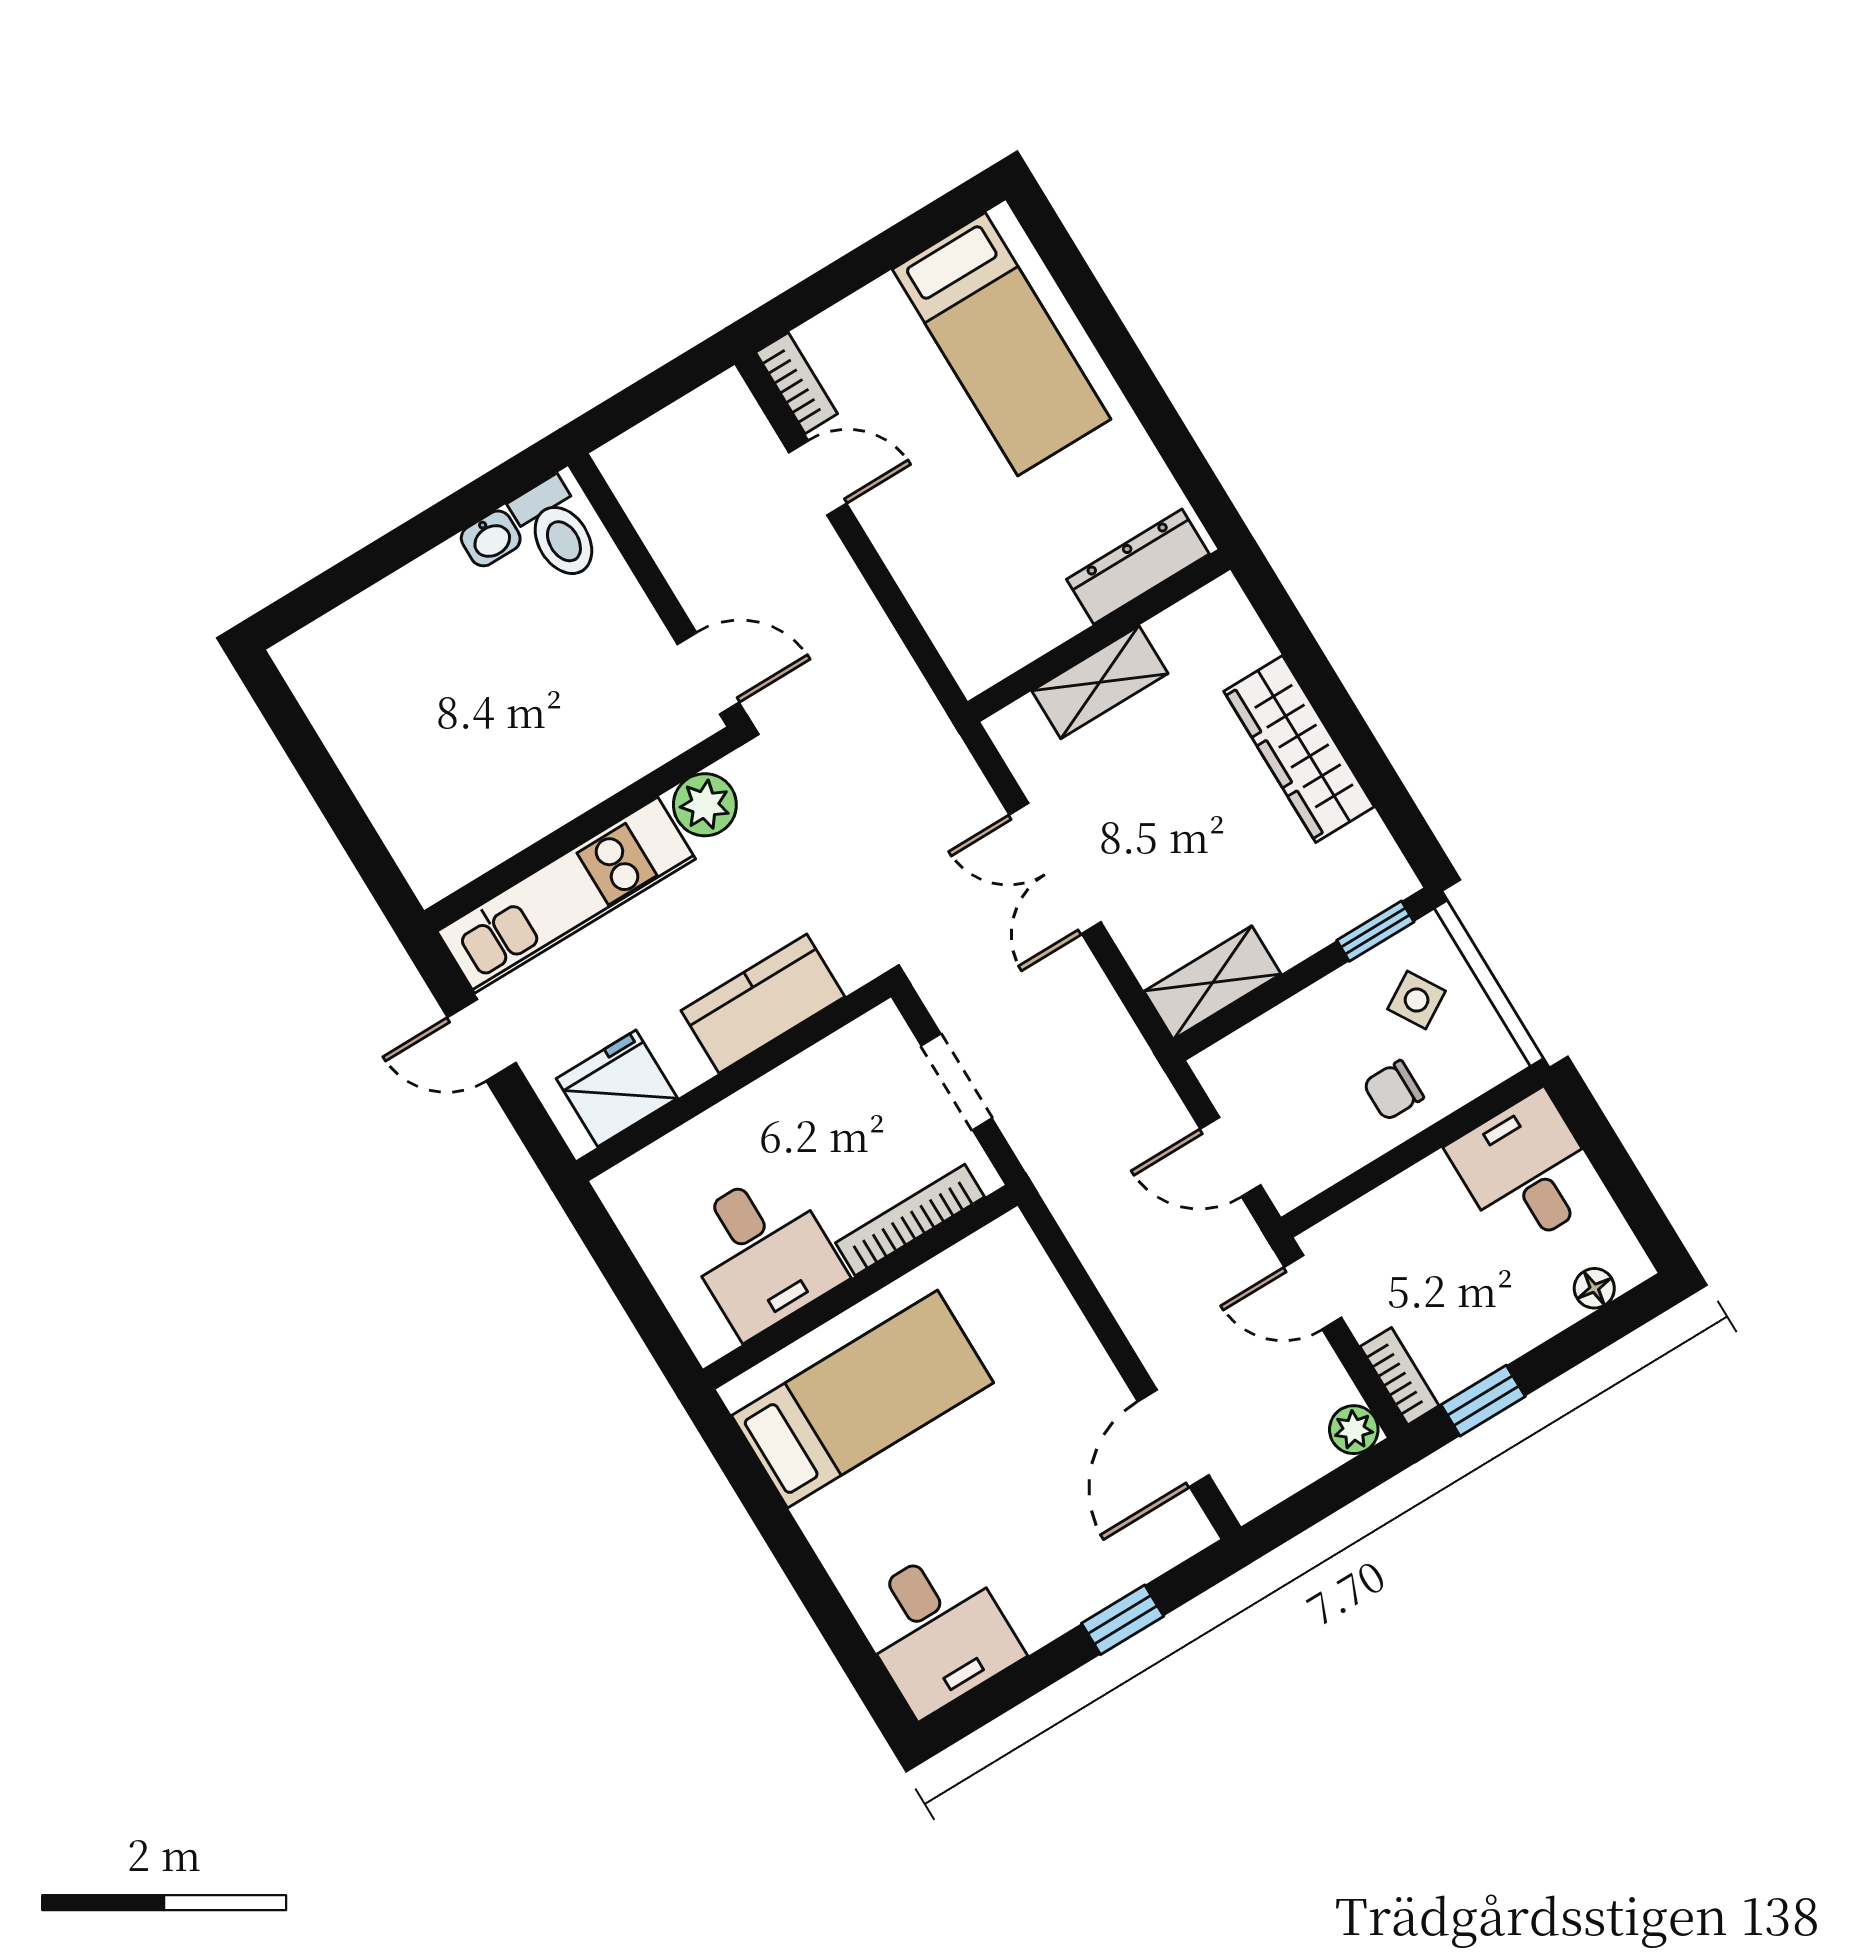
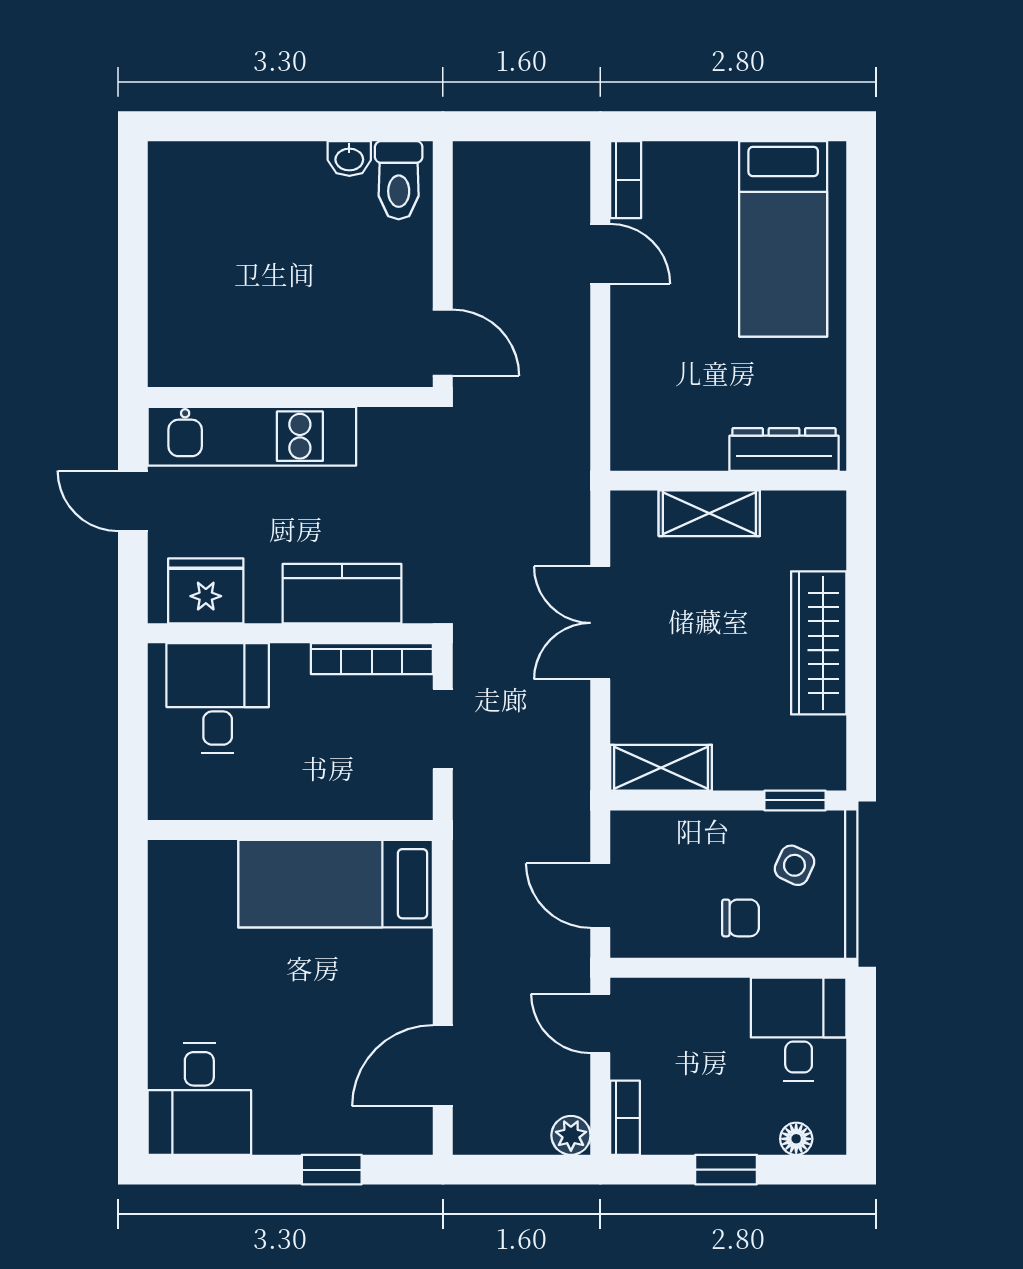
plant: (705, 805) -> (385, 432), removed
side table: (1417, 1000) -> (794, 865), turned -34
chair: (1393, 1090) -> (741, 918), turned 180
bookcase: (910, 1220) -> (372, 659), moved, turned 180
desk: (762, 1253) -> (218, 698), moved, turned 180
bed: (863, 1399) -> (336, 884), moved, turned 180
window: (1483, 1401) -> (726, 1170), moved

